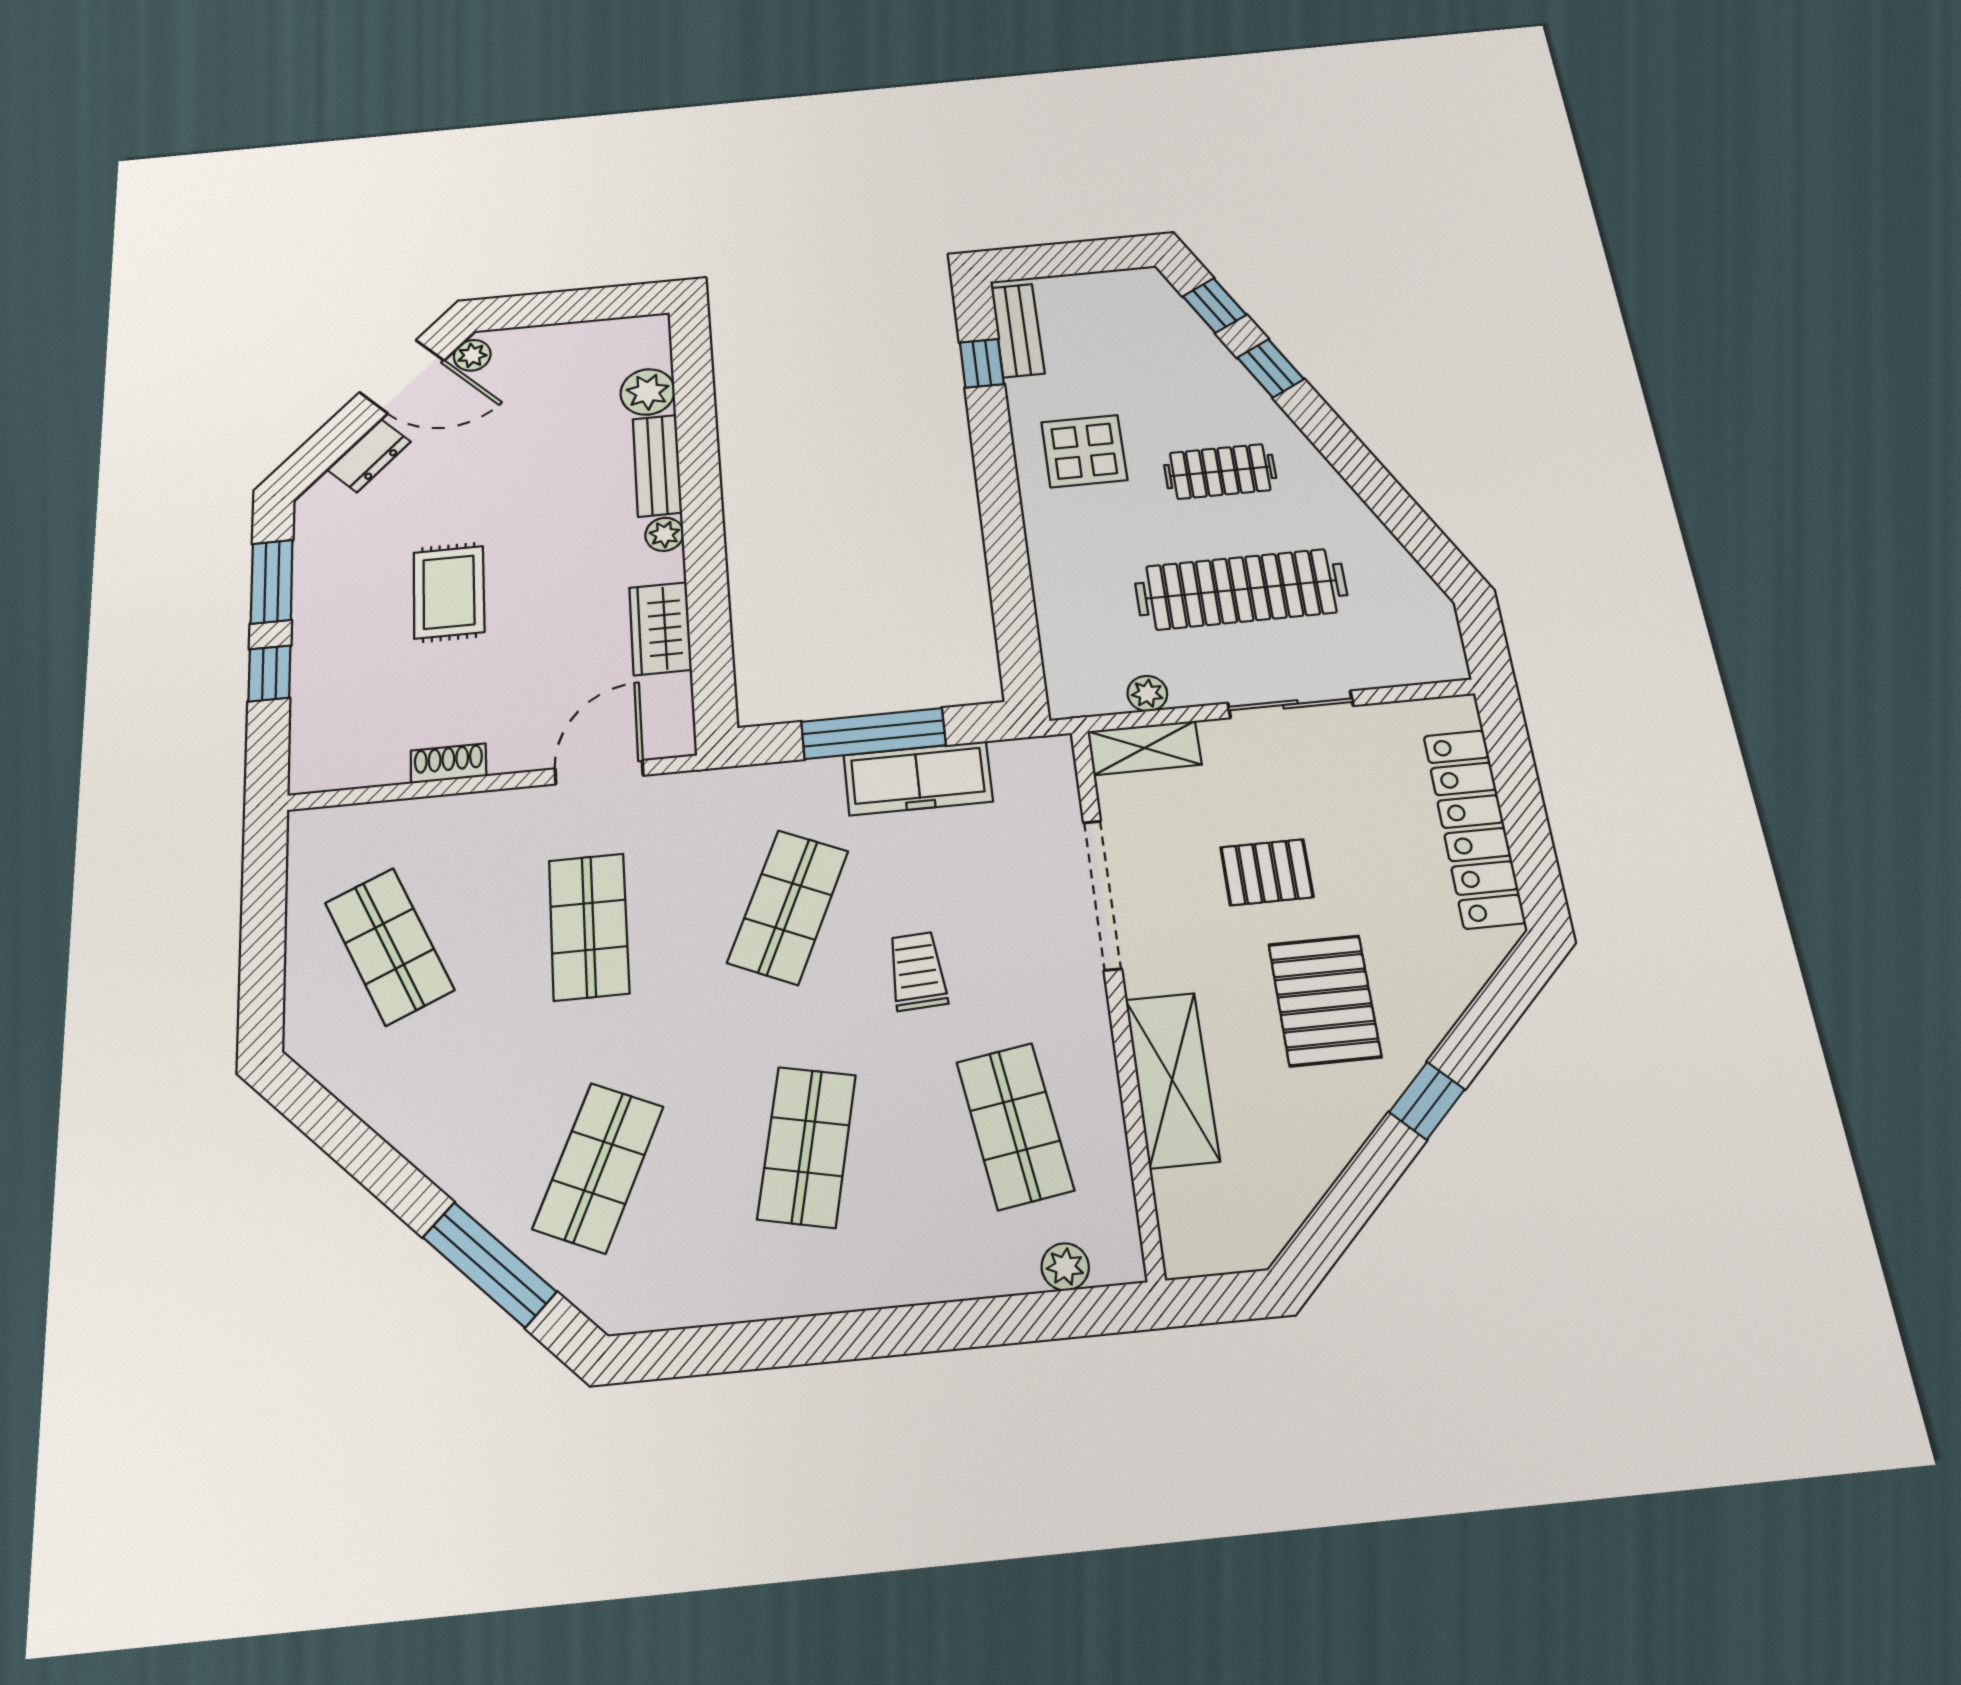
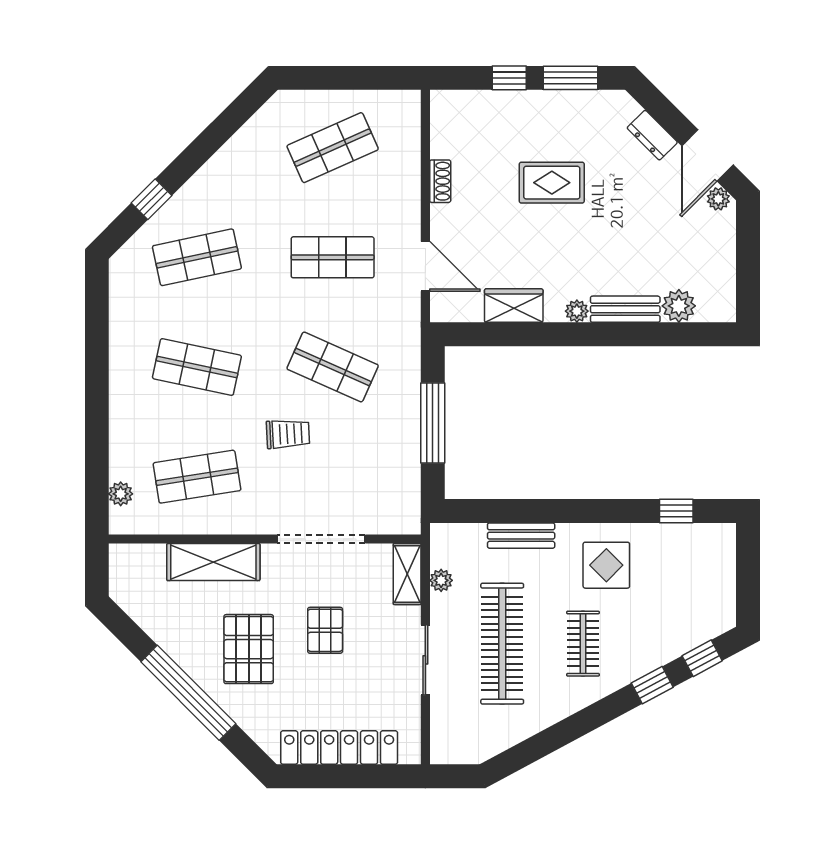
bench: (1018, 330) -> (521, 536), moved
freezer: (918, 778) -> (402, 445), removed
pallet: (1325, 1000) -> (249, 649), turned 90
window: (1427, 1101) -> (188, 693), width x3.17
shop shelf: (598, 1167) -> (197, 257), turned -36
window: (489, 1264) -> (152, 199), width x0.46

